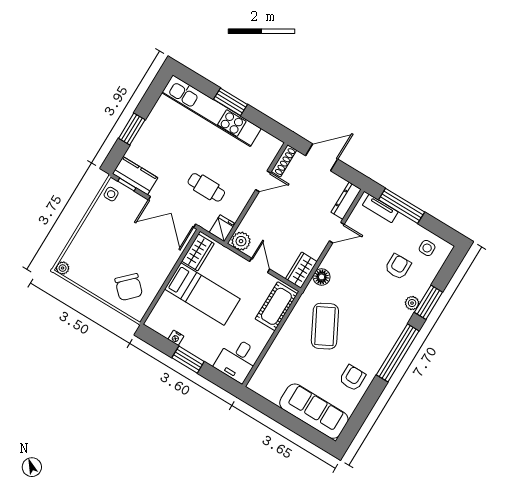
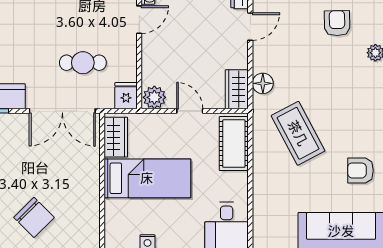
chair: (129, 287) -> (34, 217), moved
armchair: (352, 378) -> (361, 170), turned -90

